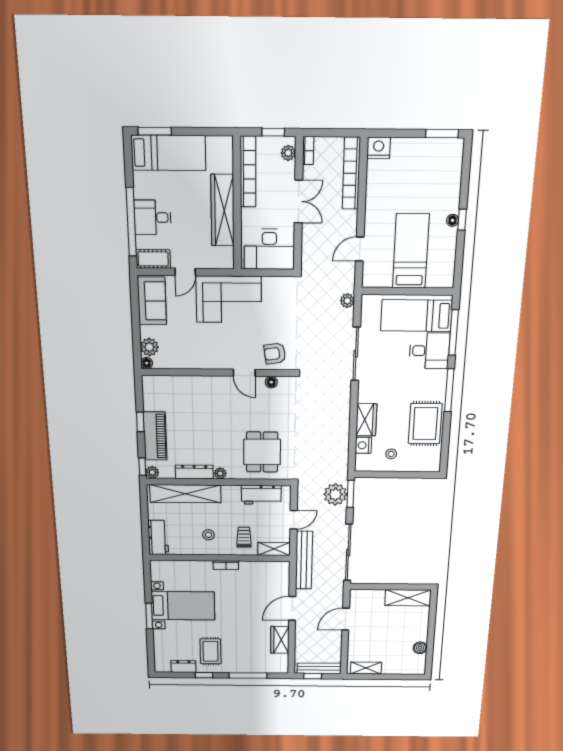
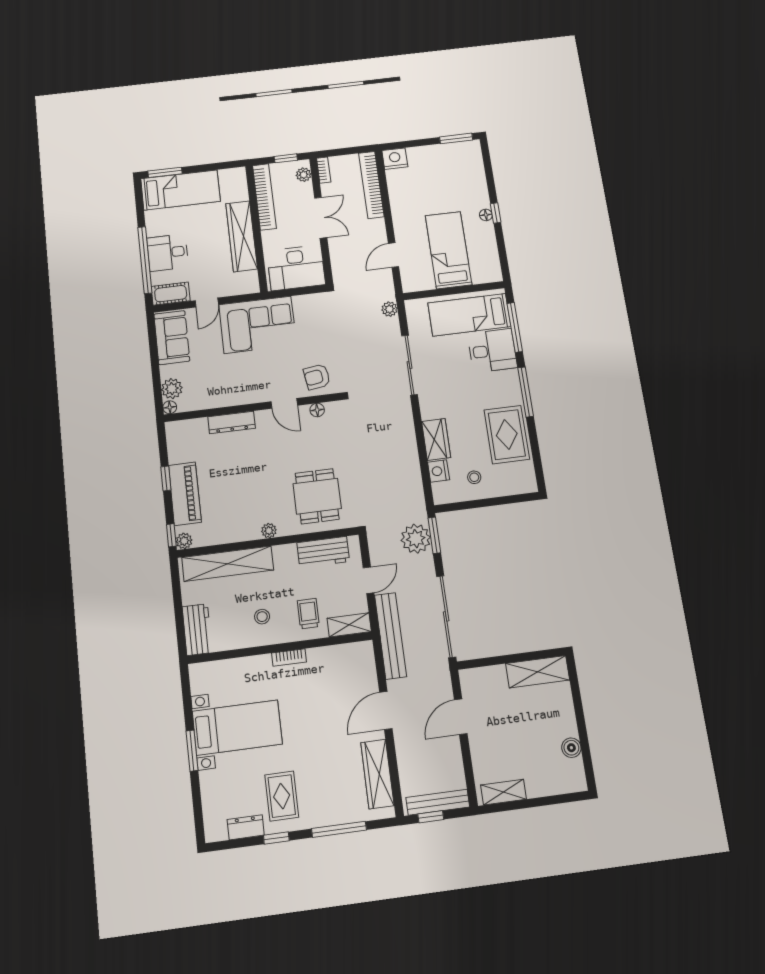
dresser: (194, 472) -> (231, 422), moved, turned 180
wardrobe: (280, 640) -> (377, 774), width x1.50

